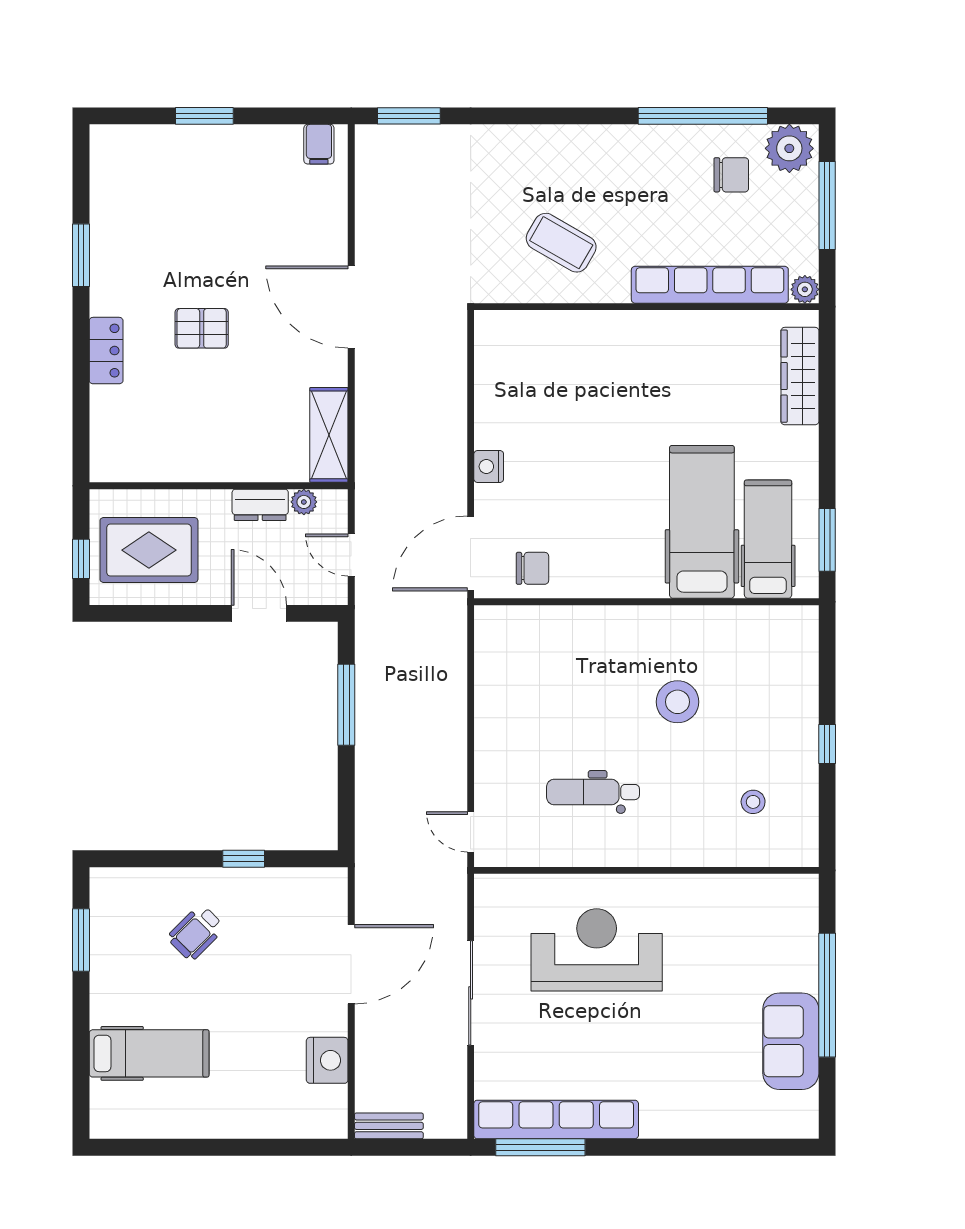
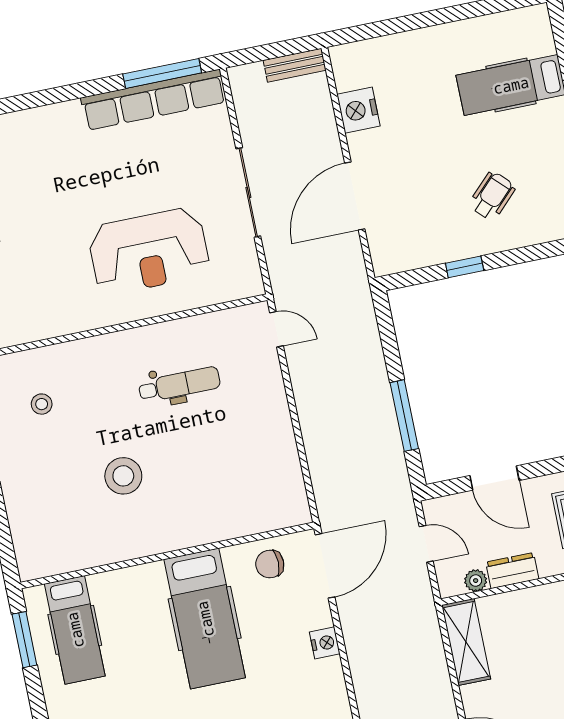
hospital bed: (702, 522) -> (205, 619), moved

